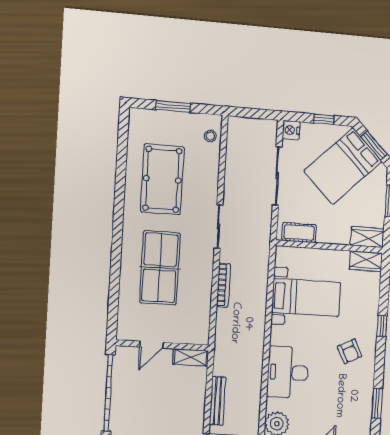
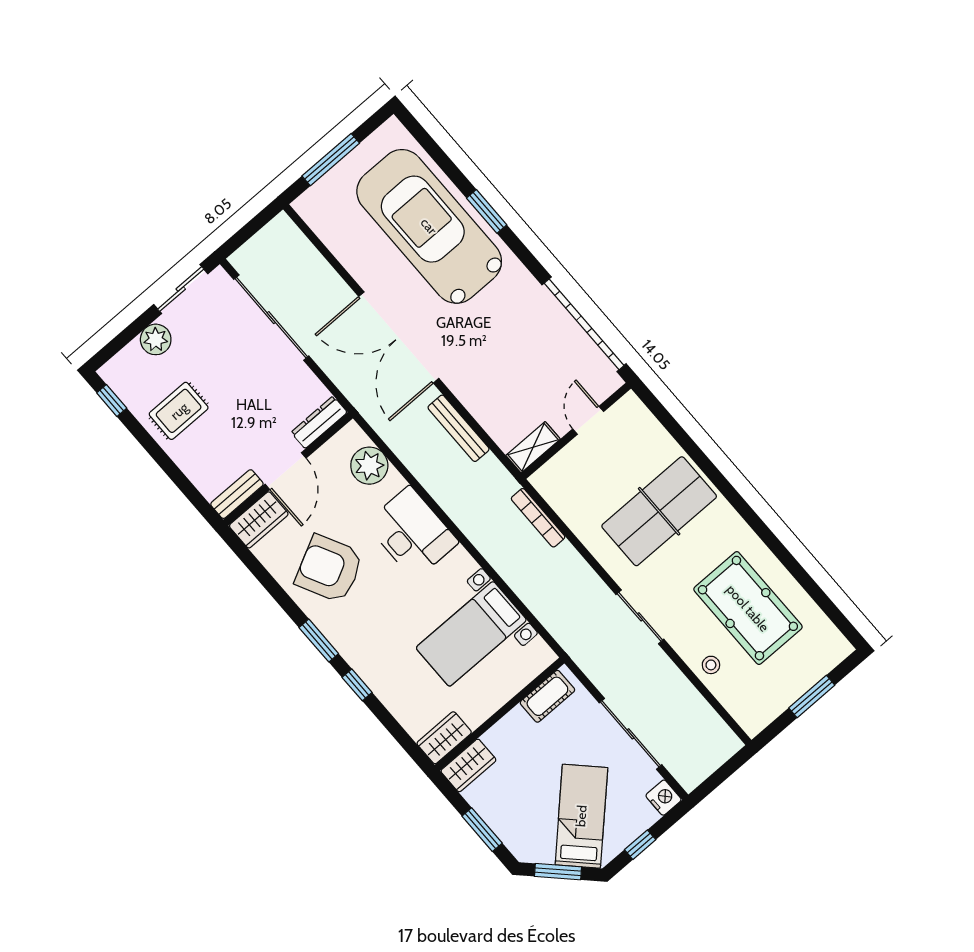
stool: (210, 136) -> (711, 665), moved
bed: (343, 166) -> (581, 816), width x0.67
table tennis table: (160, 268) -> (659, 511), turned 90
bookcase: (223, 285) -> (538, 518), moved
armchair: (350, 351) -> (329, 569), moved, width x1.88, depth x1.88
window: (377, 403) -> (319, 641), moved

